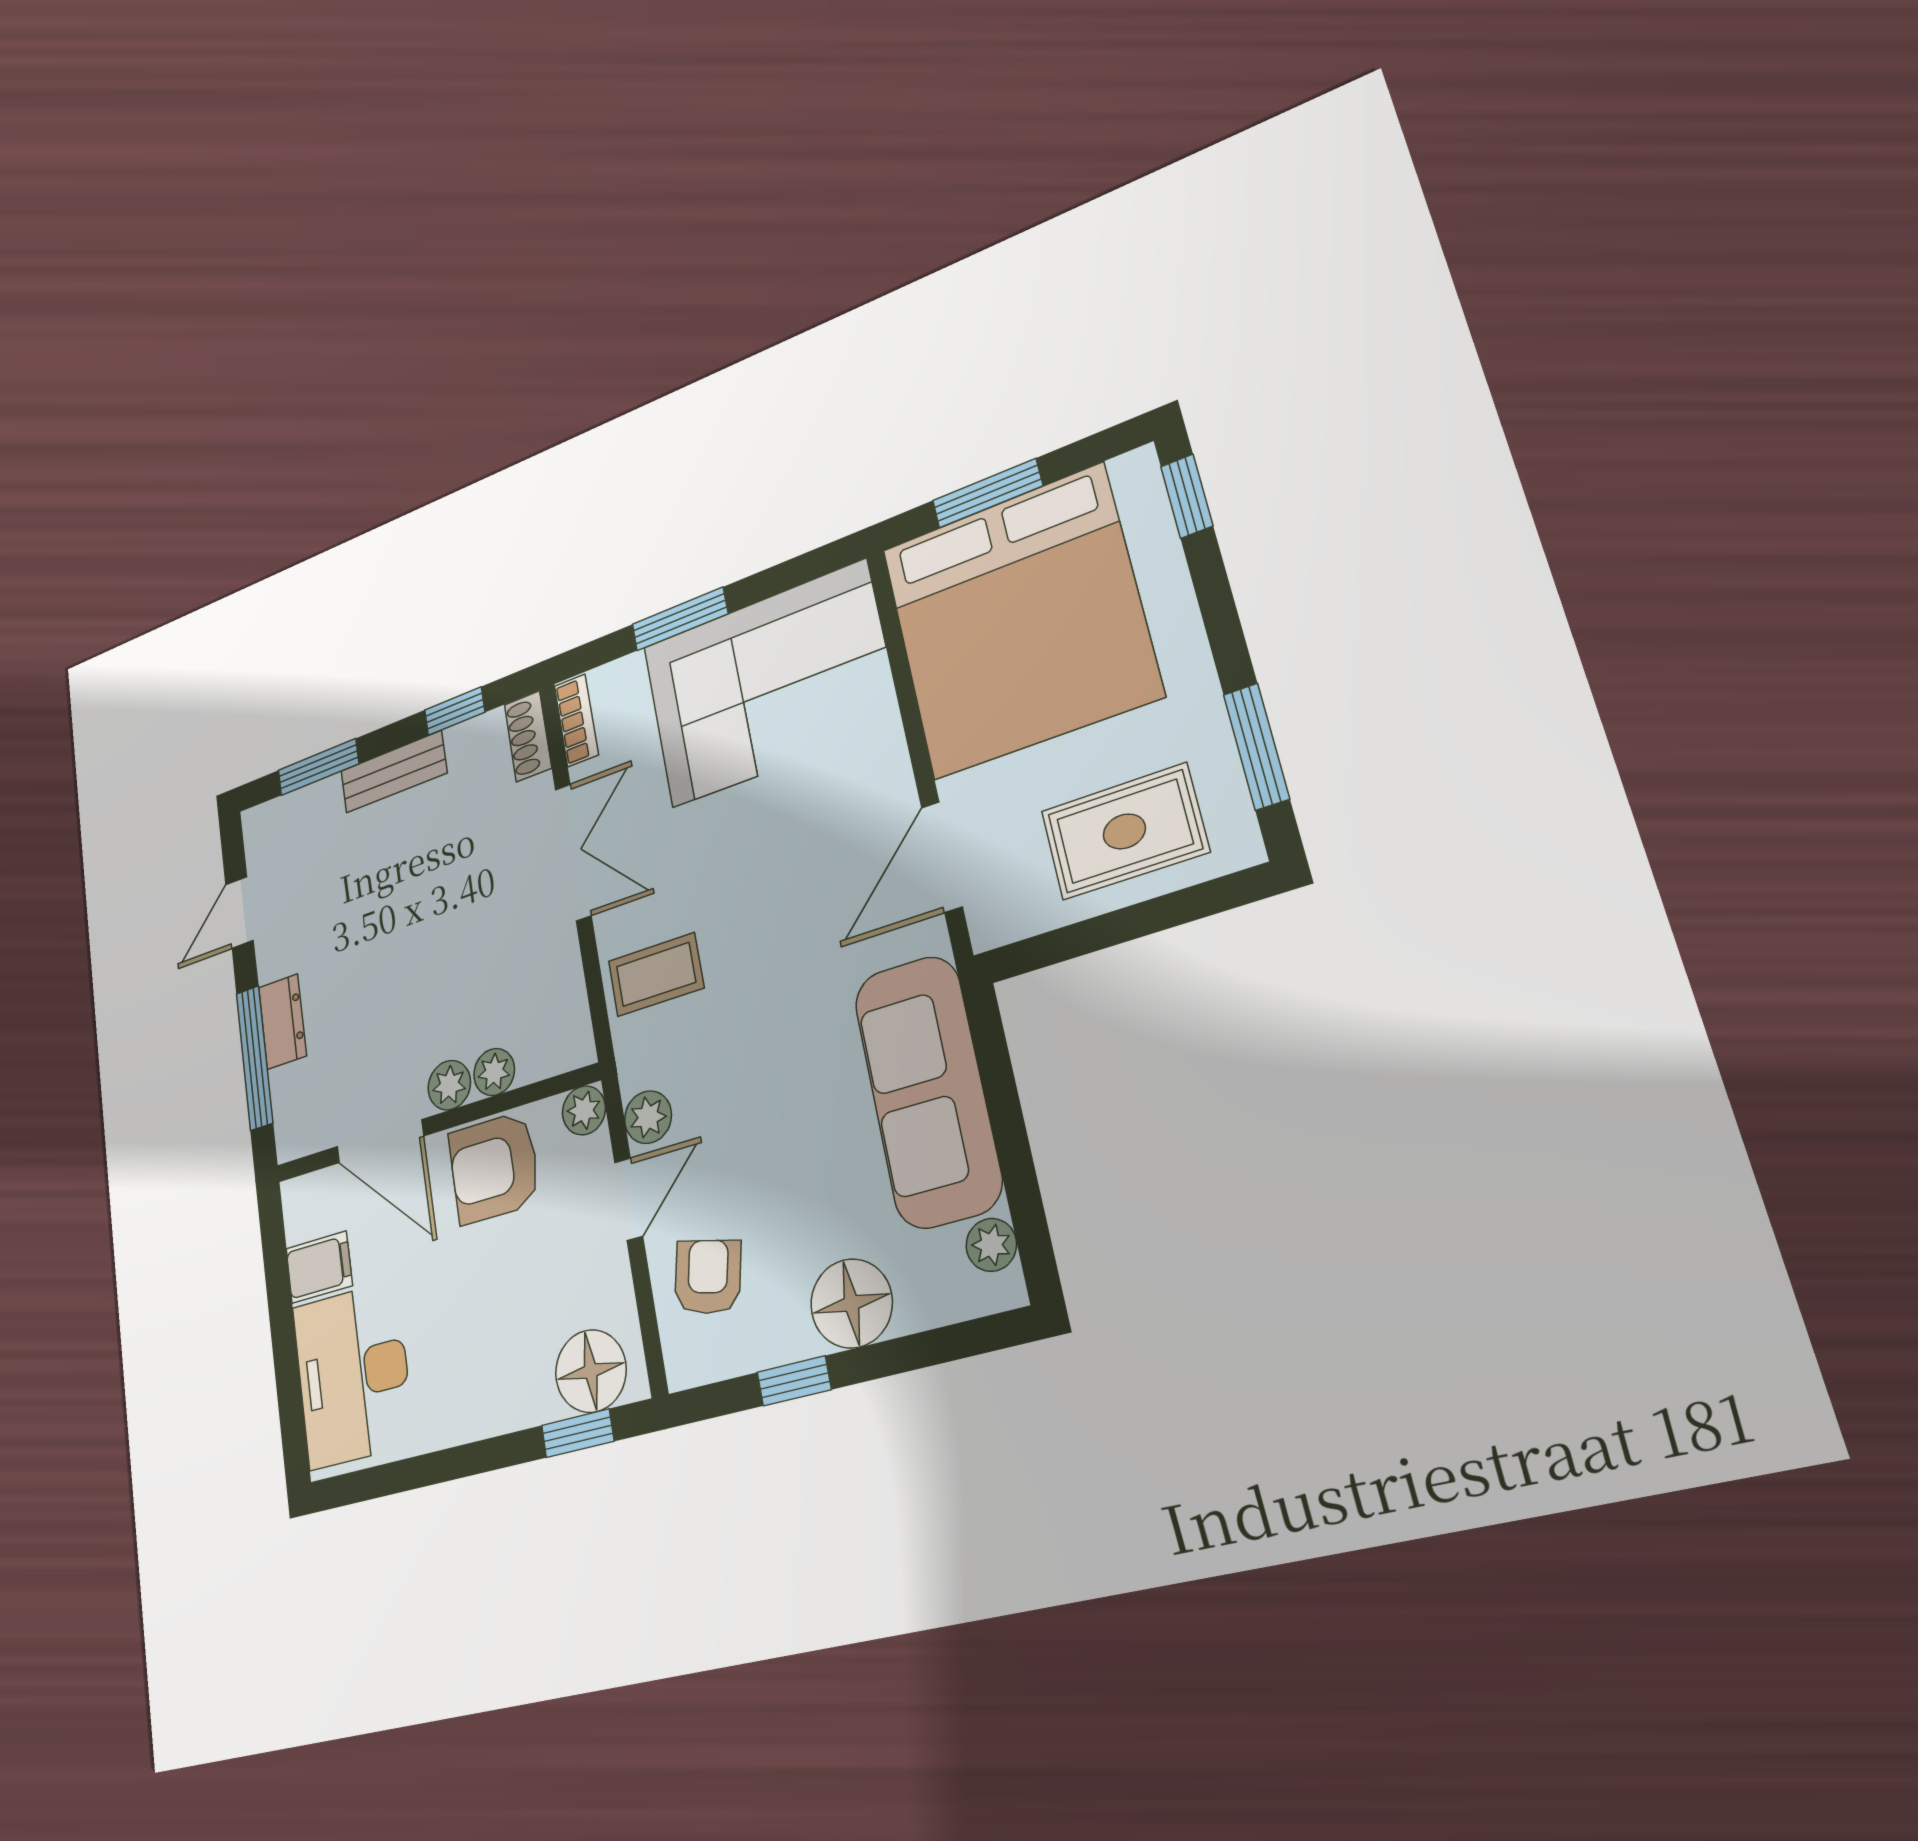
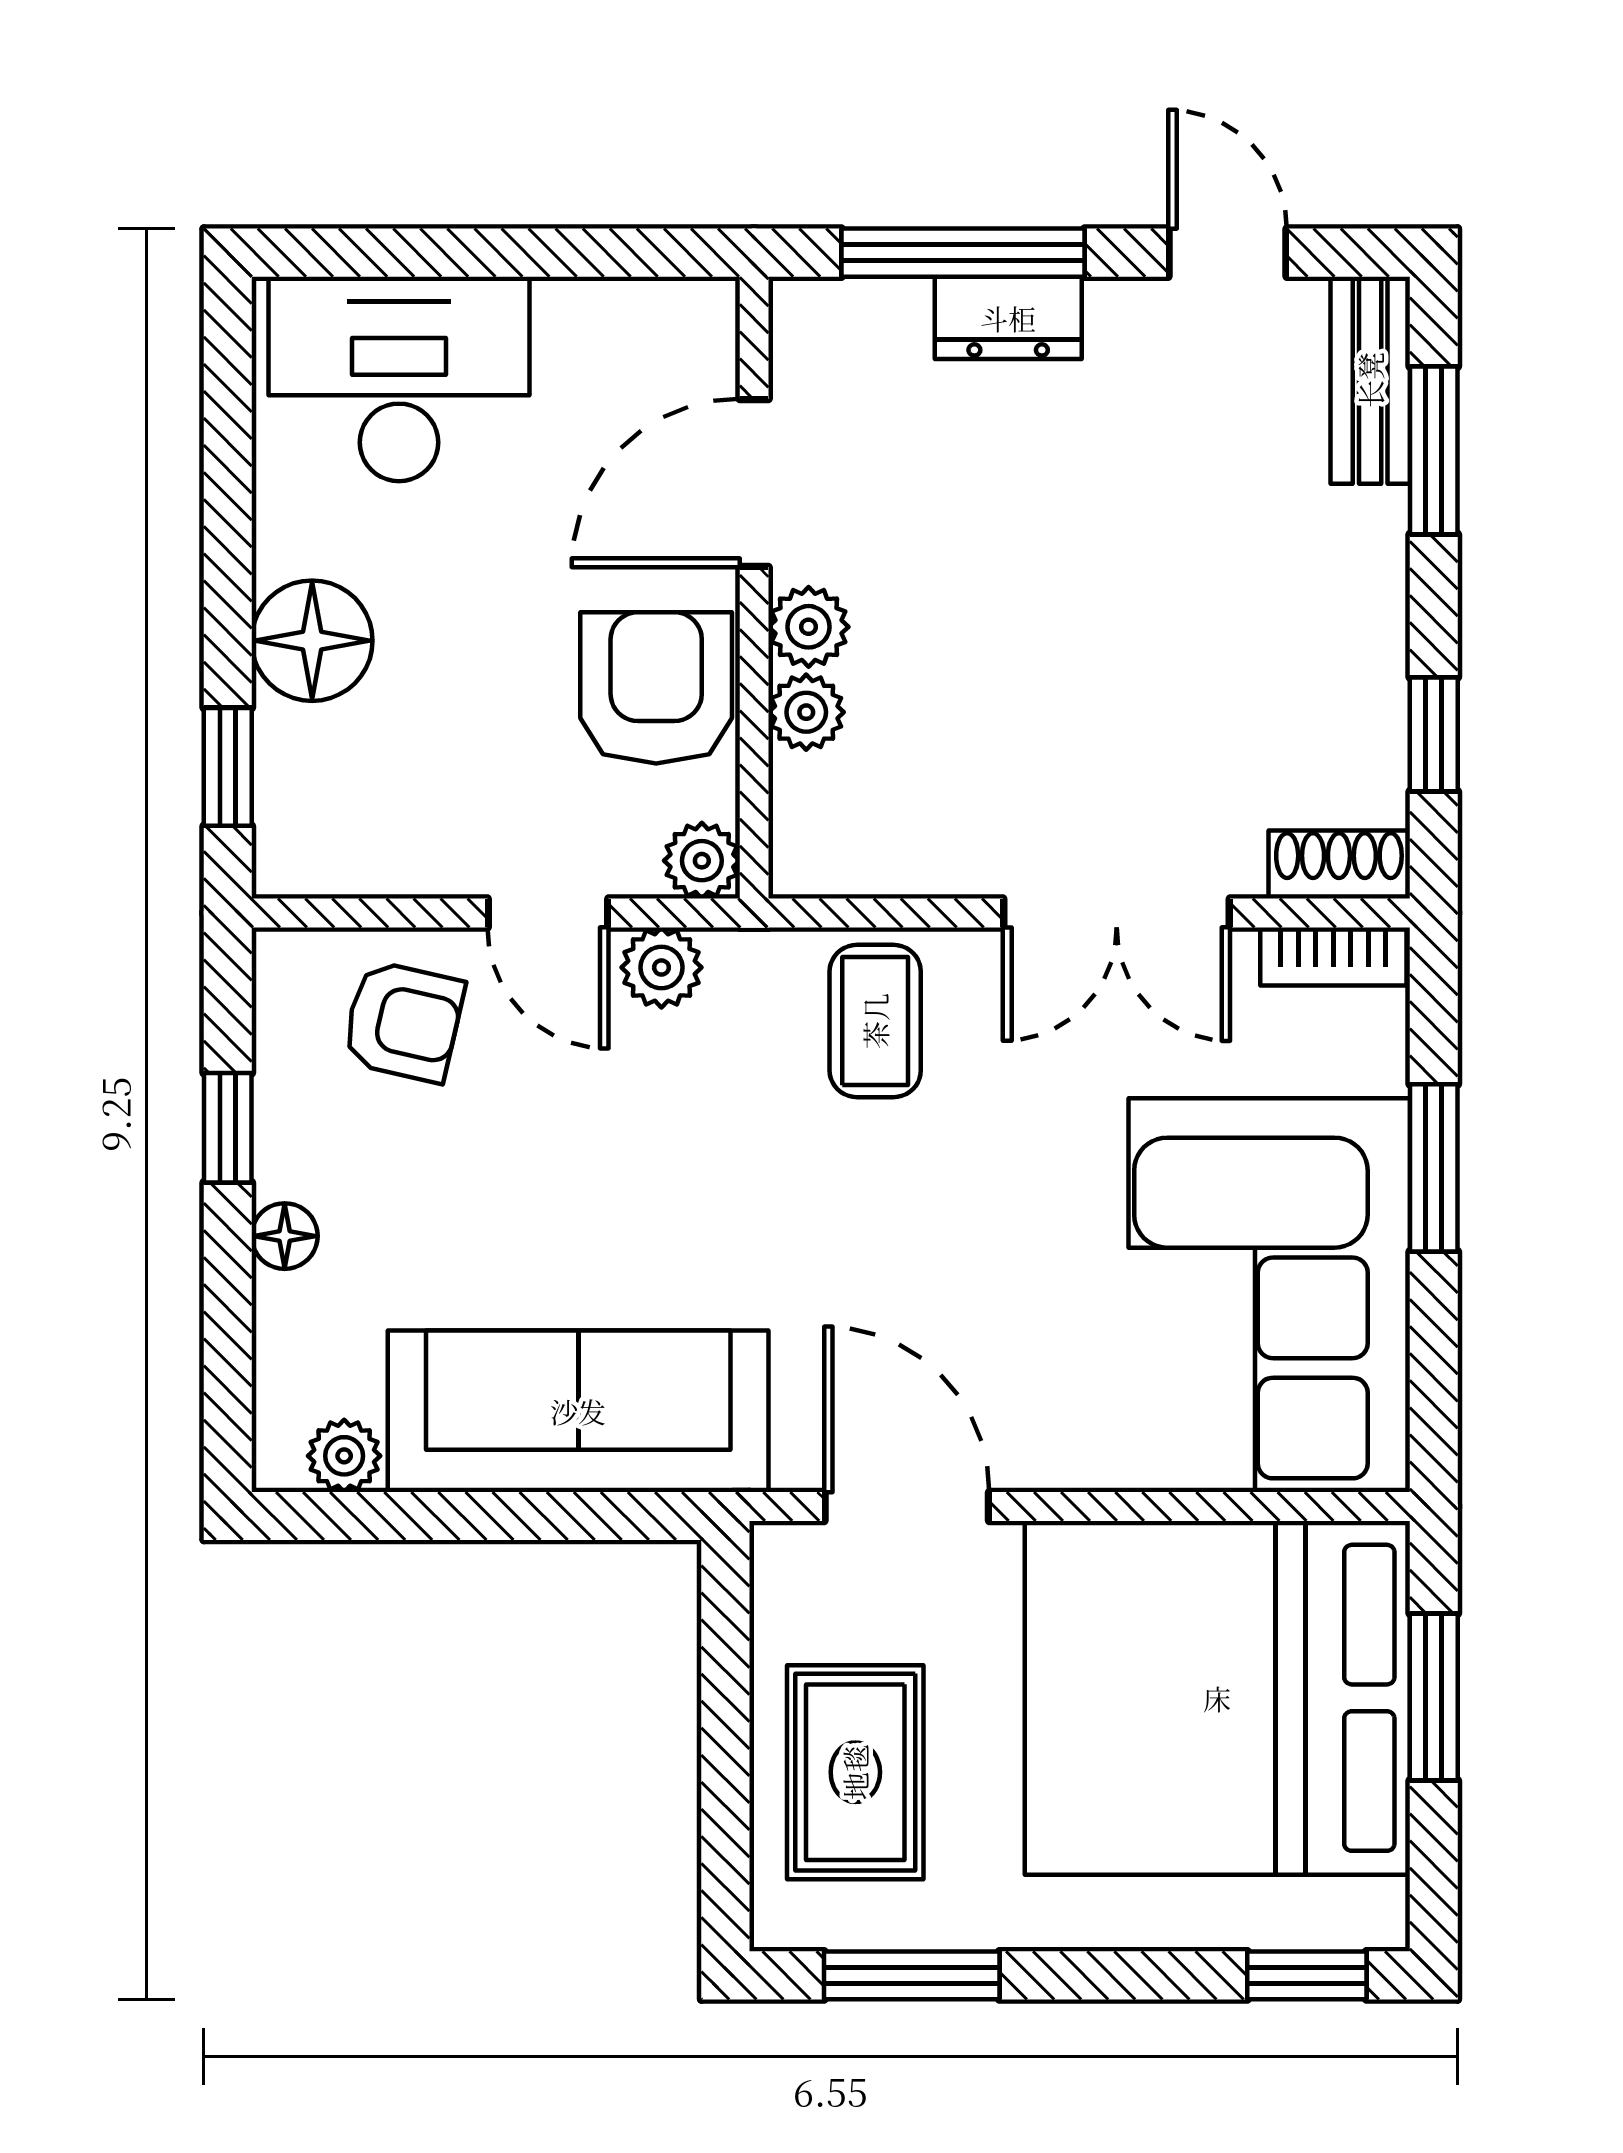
bench: (394, 772) -> (1370, 380), moved
filing cabinet: (319, 1267) -> (582, 337), removed
floor lamp: (851, 1303) -> (285, 1236), width x0.53, depth x0.53
floor lamp: (591, 1371) -> (312, 641), moved

